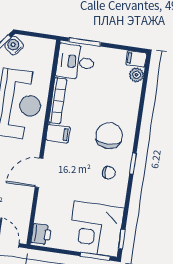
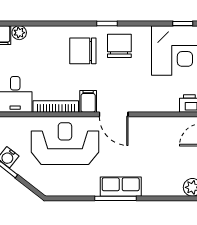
door: (39, 173) -> (114, 114), moved
chair: (109, 173) -> (119, 46), width x1.87, depth x1.87

